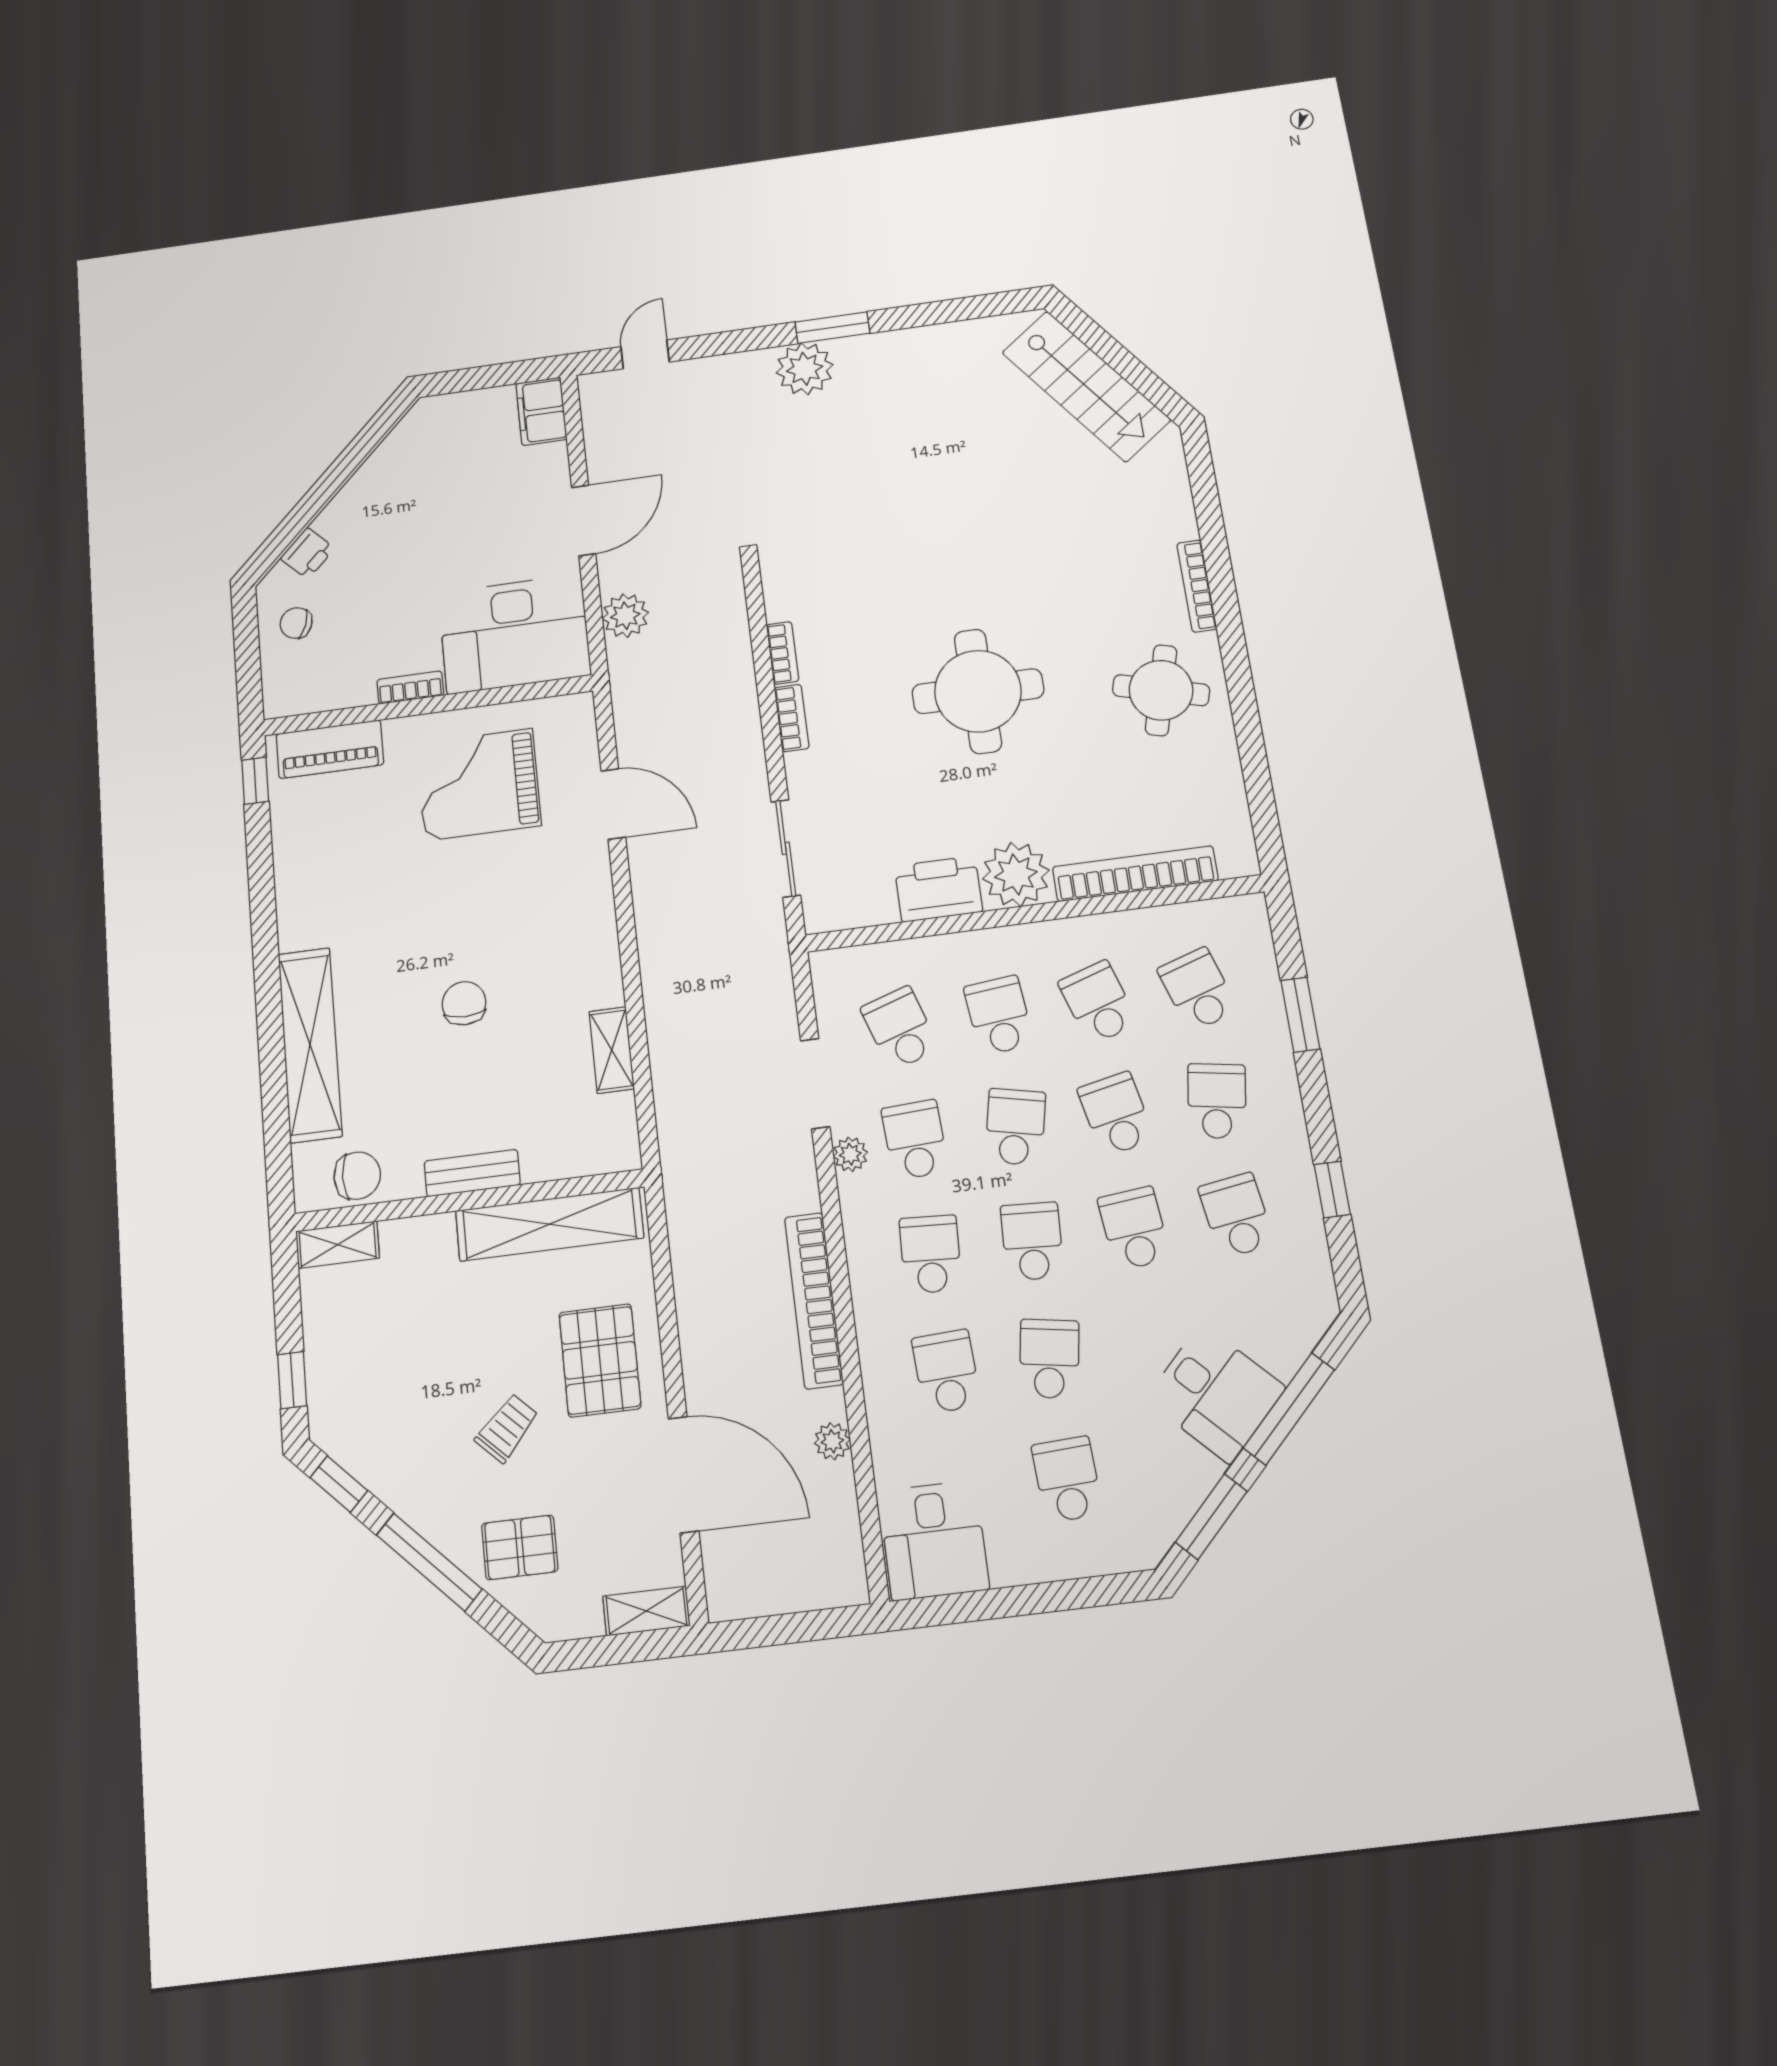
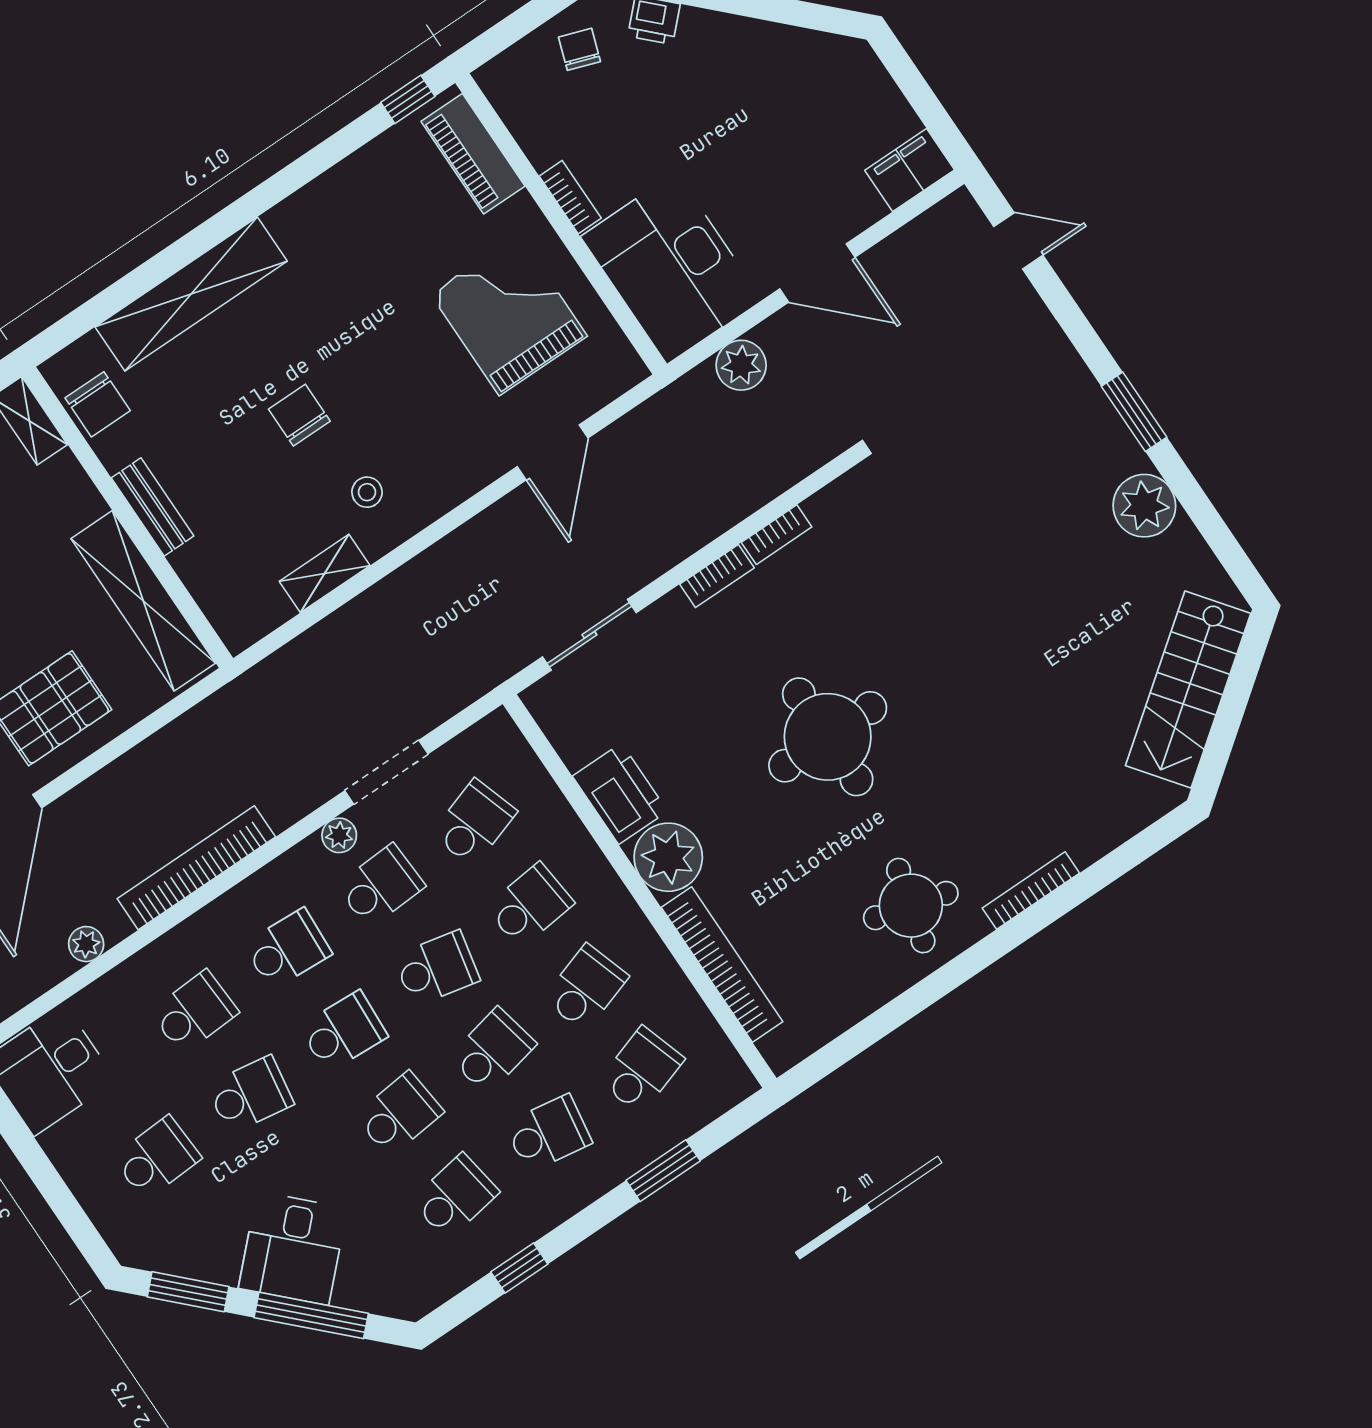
plant: (805, 369) -> (1144, 506), moved
stool: (562, 978) -> (367, 492), added
chair: (464, 1003) -> (299, 415), turned -90

